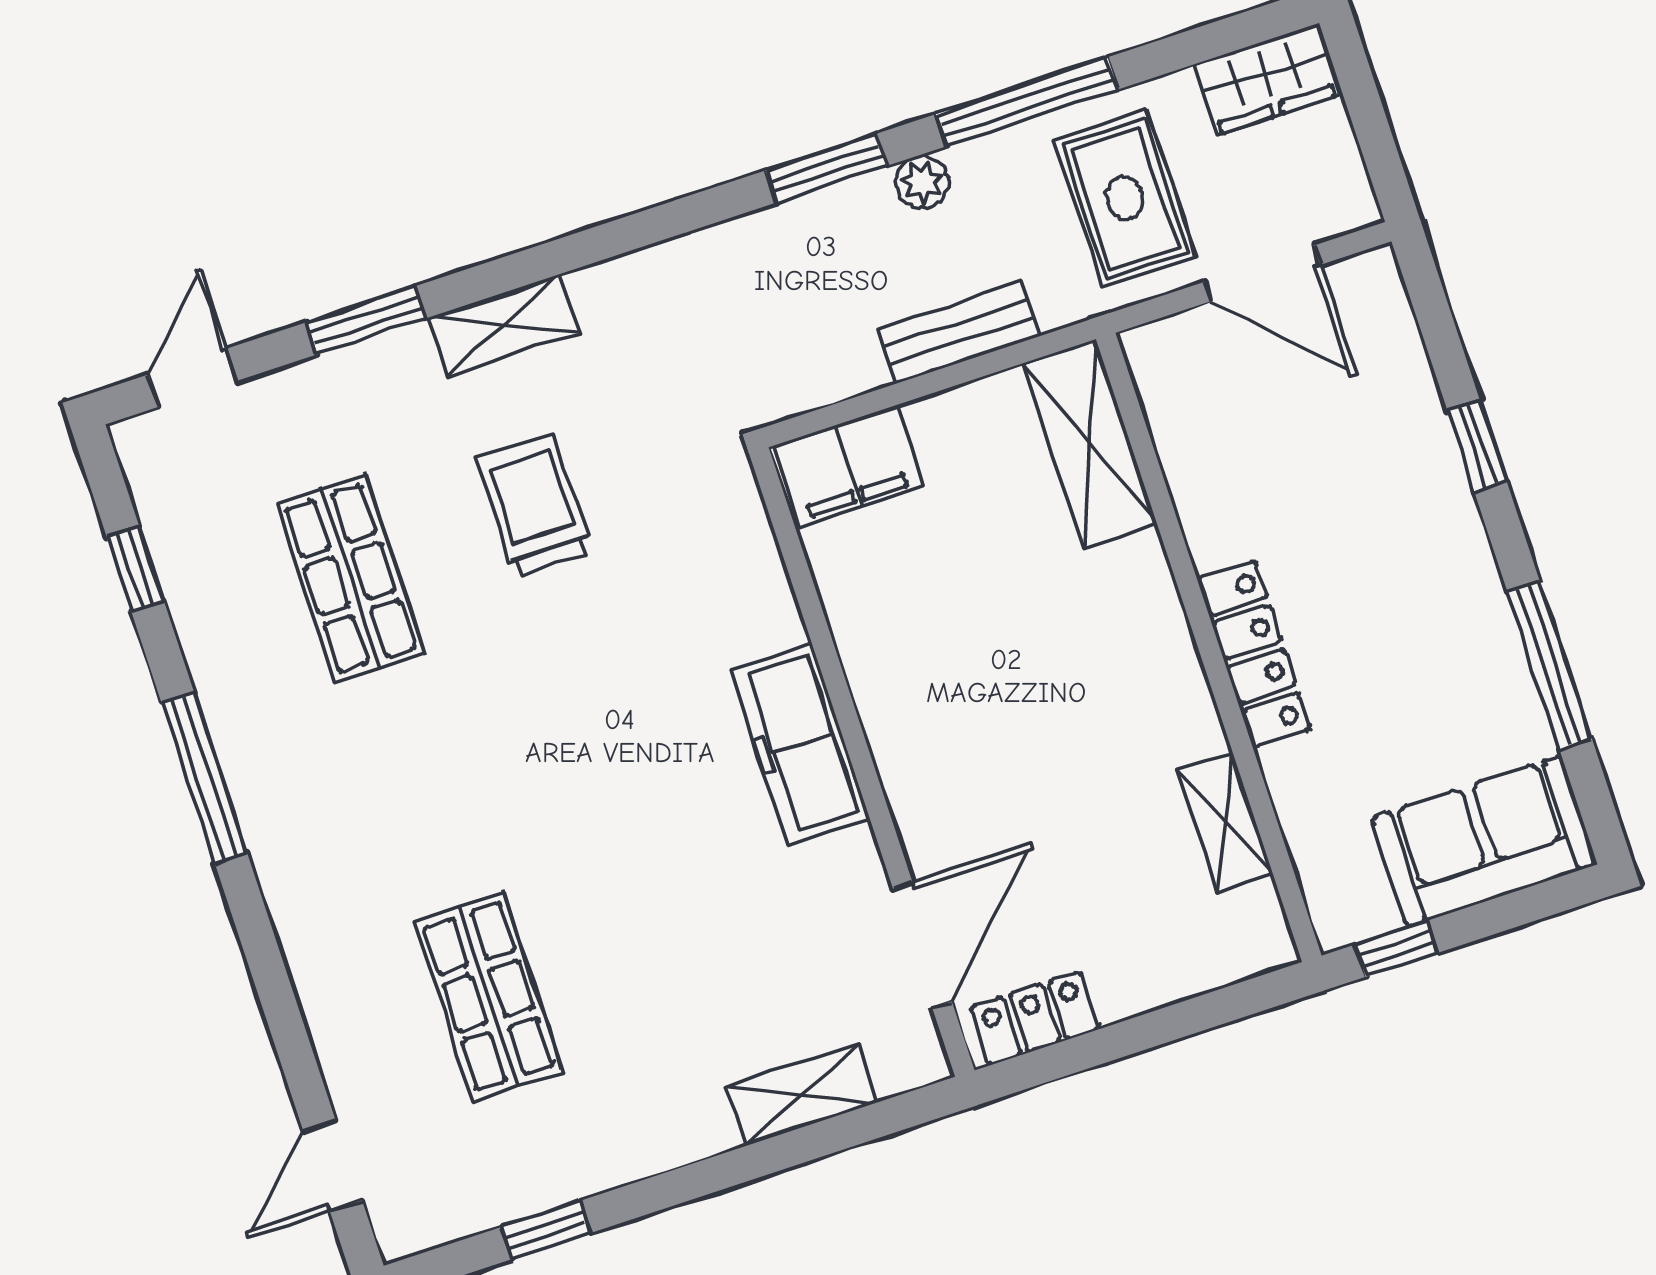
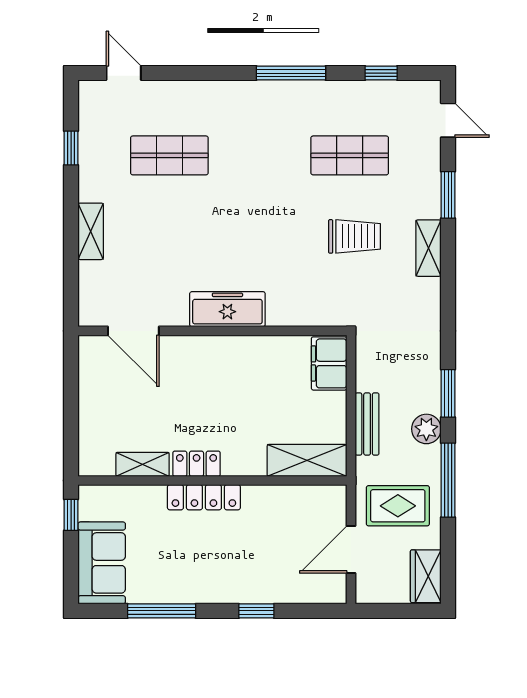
plant: (922, 182) -> (426, 429), width x1.38, depth x1.38
locker: (1035, 1018) -> (197, 464), moved, turned -90
shelving: (802, 1095) -> (91, 231), moved

